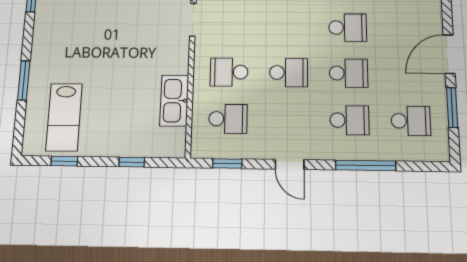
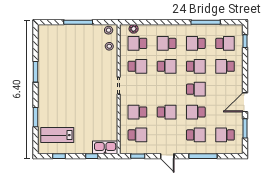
school desk: (348, 73) -> (196, 112), turned 180
kitchen sink: (174, 101) -> (105, 147), moved, turned 90
lab bench: (64, 117) -> (57, 135), turned 90
school desk: (411, 121) -> (225, 135), turned 180

